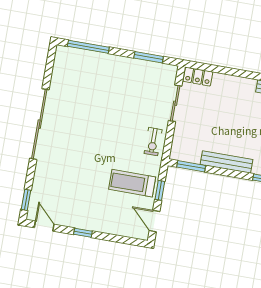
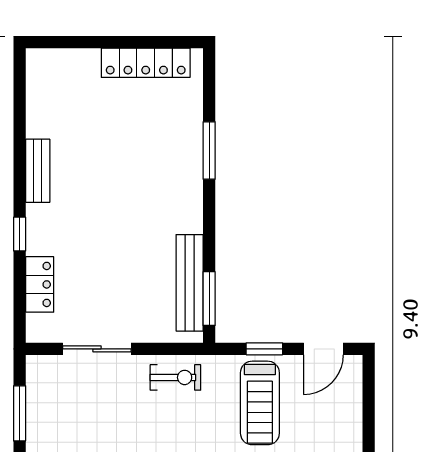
window: (242, 73) -> (20, 234), added
locker: (198, 77) -> (40, 284), moved
bench: (226, 162) -> (190, 283), moved

